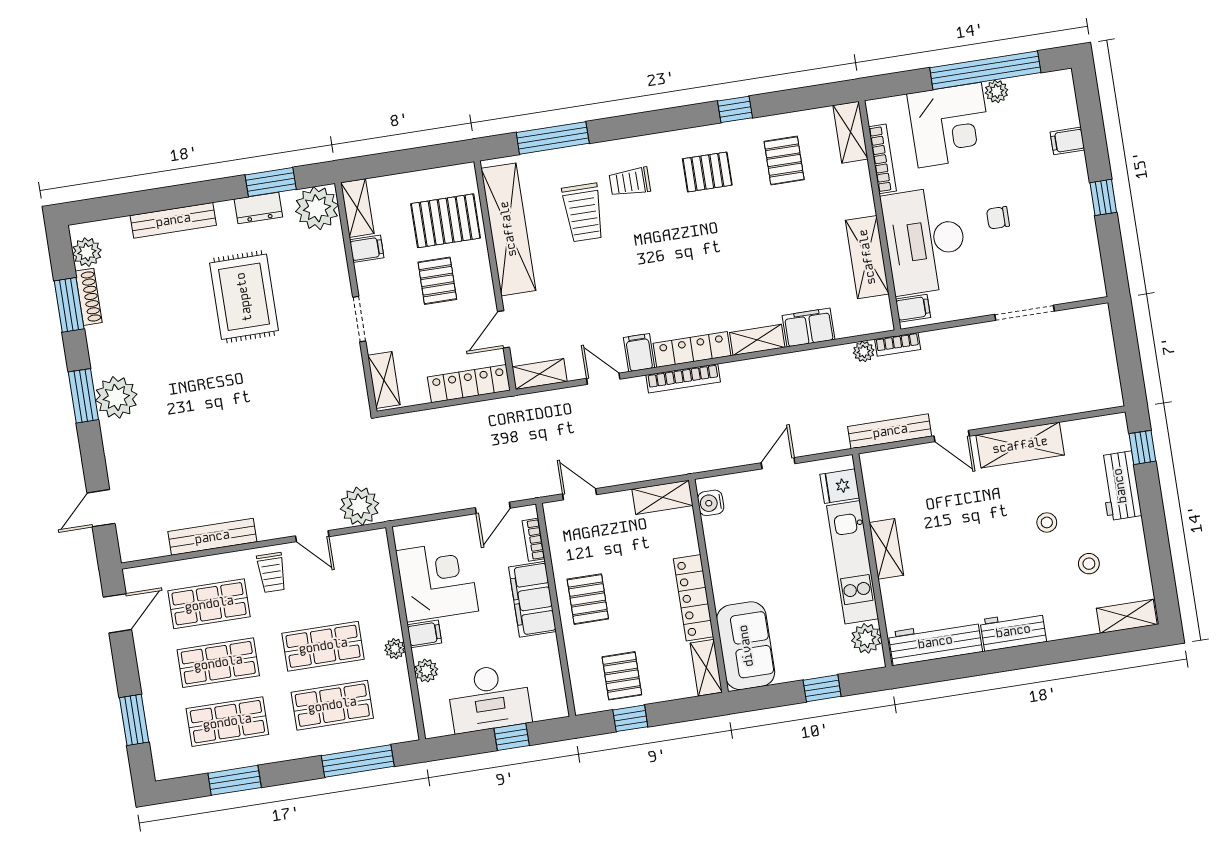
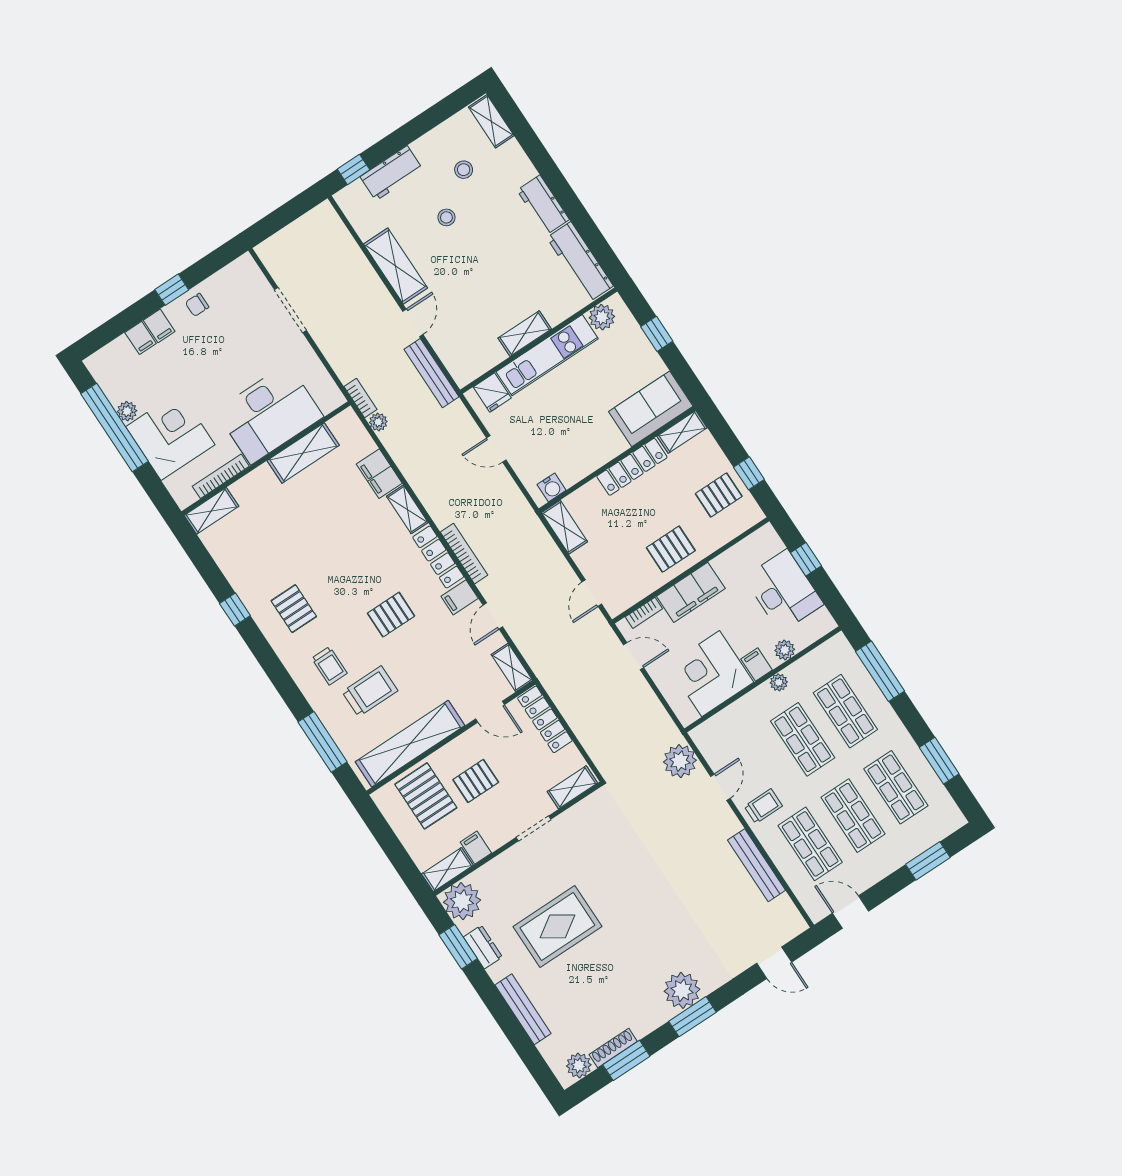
pallet: (784, 161) -> (391, 615), moved
chair: (998, 218) -> (197, 305), moved, turned 90
filing cabinet: (913, 308) -> (159, 326), moved, turned 180

